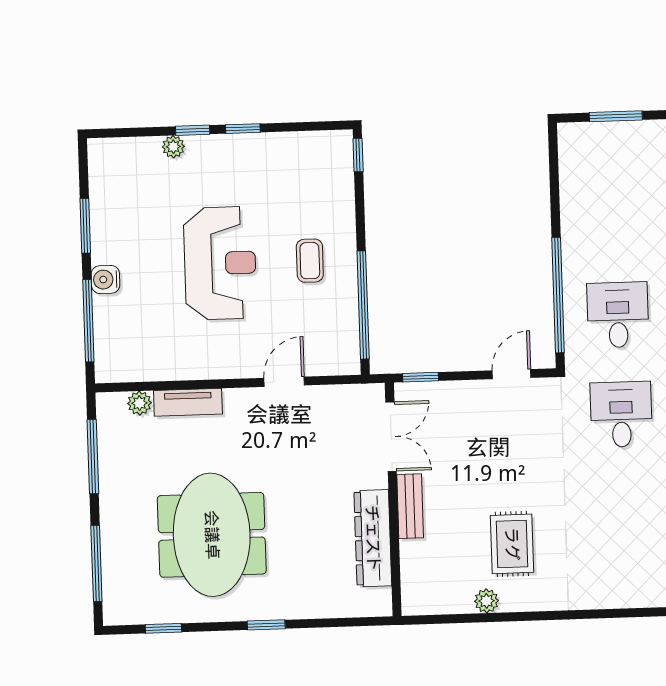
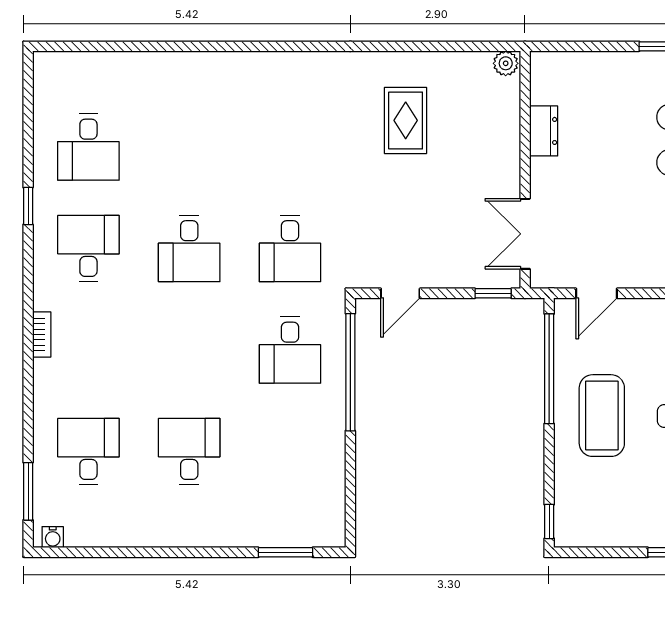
coffee table: (310, 261) -> (602, 416), width x1.86, depth x1.72
door: (284, 382) -> (596, 293), moved
bench: (410, 506) -> (508, 162), removed
dresser: (373, 538) -> (544, 131), width x0.51, depth x0.80
plant: (487, 601) -> (506, 63), moved

